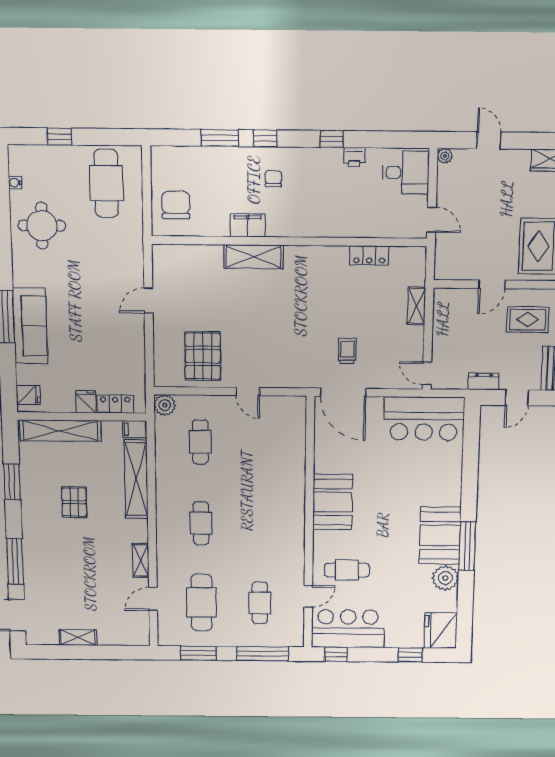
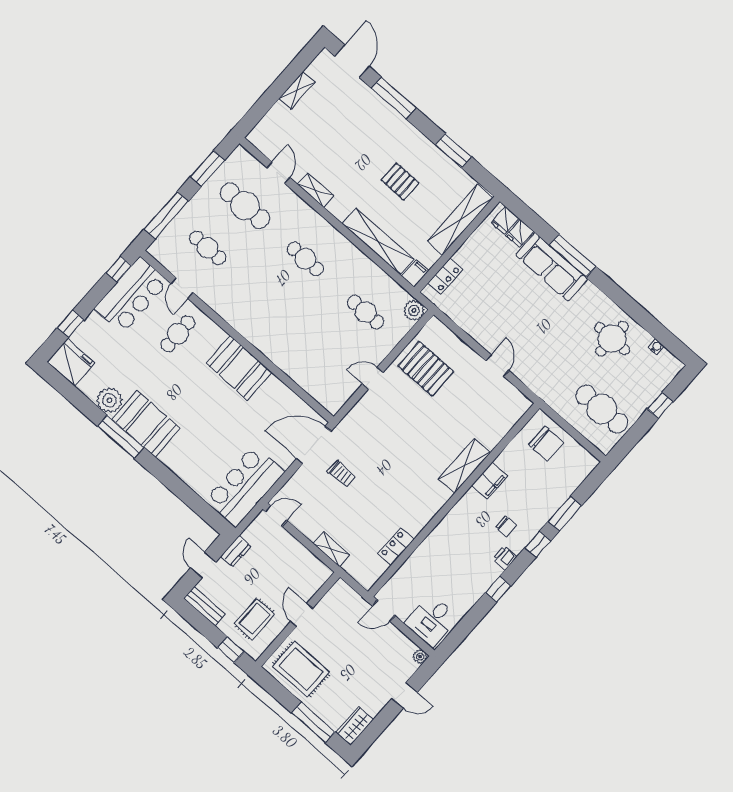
printer: (354, 157) -> (505, 558), moved
fridge: (86, 402) -> (520, 233), moved, turned 90

